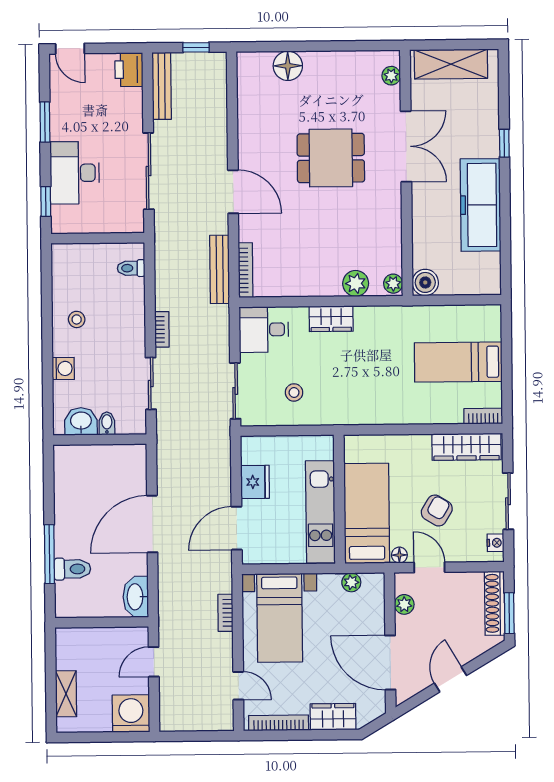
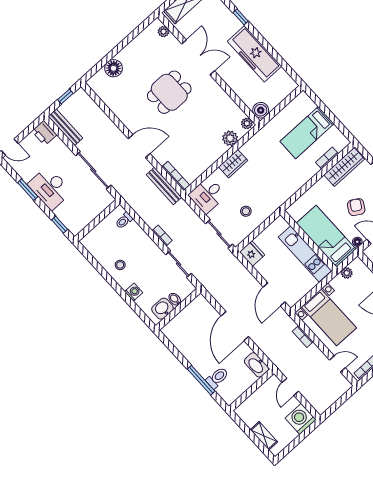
desk: (75, 173) -> (50, 188), moved
bookcase: (483, 416) -> (327, 158), moved
fridge: (255, 482) -> (252, 253), moved

